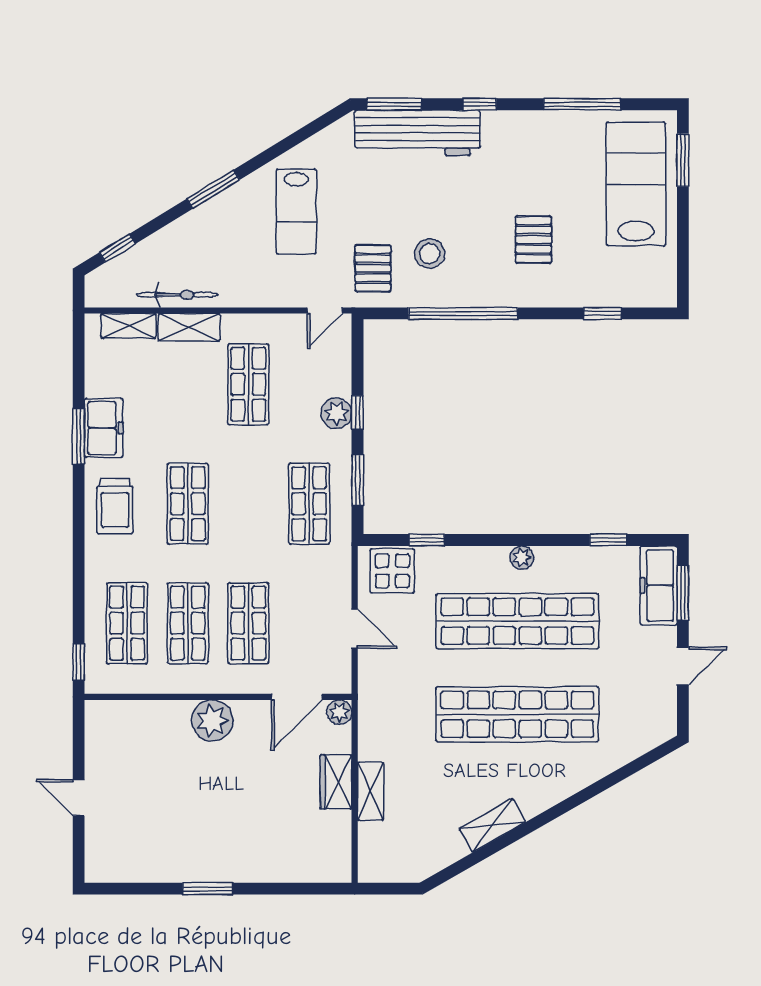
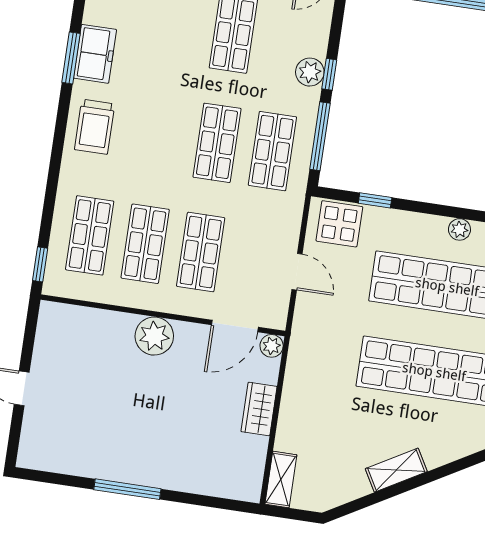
window: (358, 480) -> (320, 136), width x1.44
shop shelf: (188, 504) -> (217, 143), moved
shelving: (371, 791) -> (281, 480), moved
window: (208, 889) -> (127, 489), width x1.44

